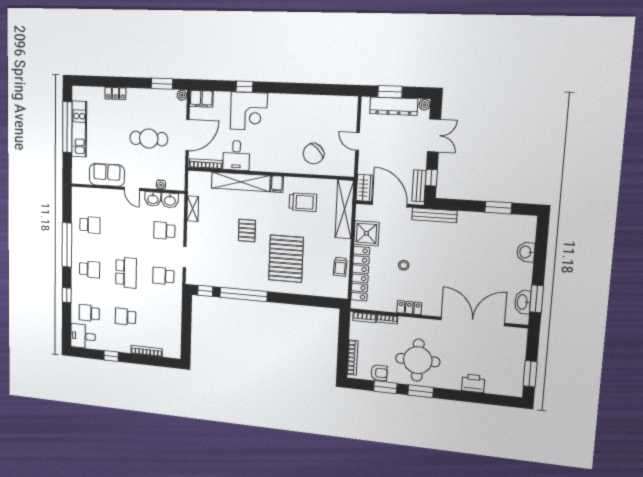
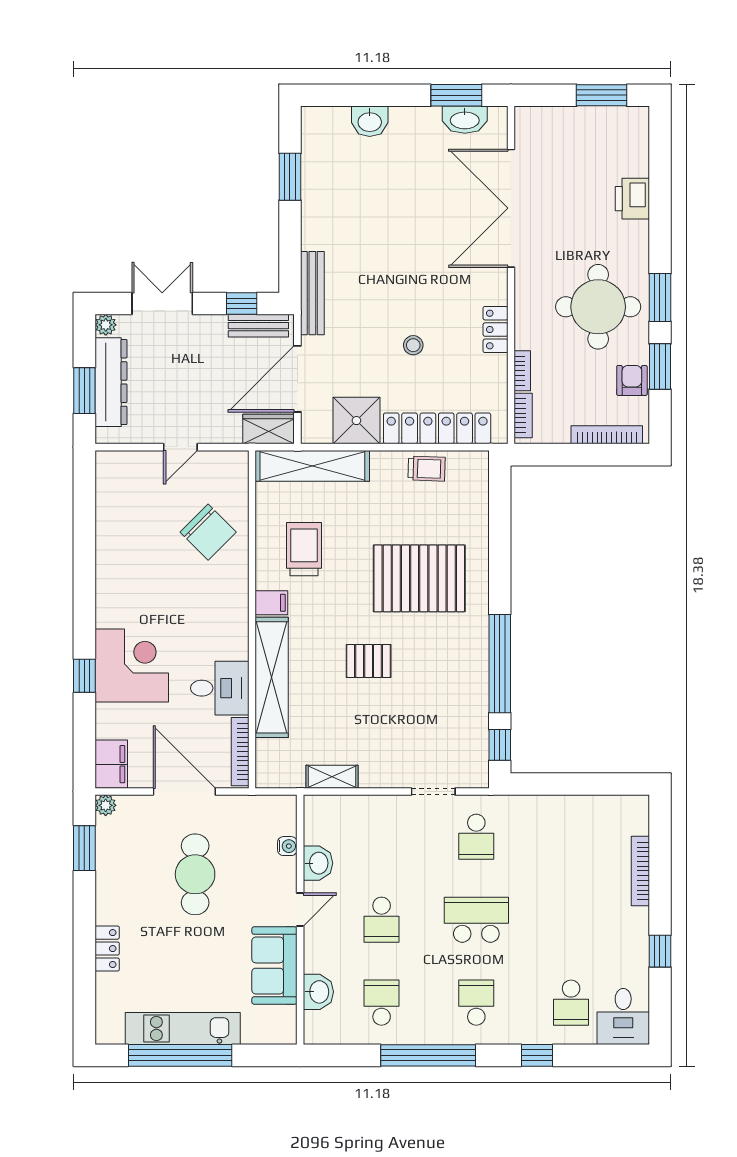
washbasin: (170, 200) -> (318, 992), moved
school desk: (164, 231) -> (382, 920), moved
school desk: (125, 317) -> (571, 920), removed

